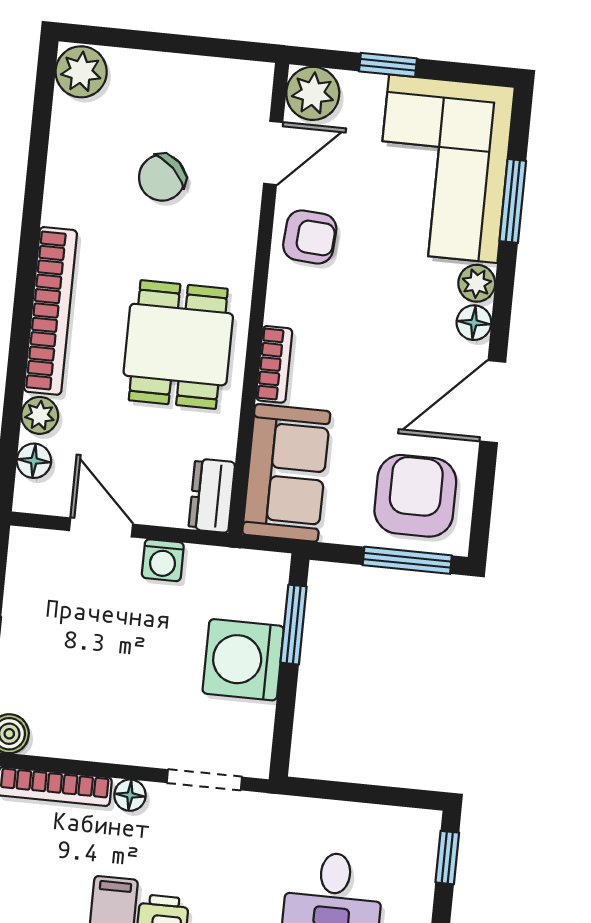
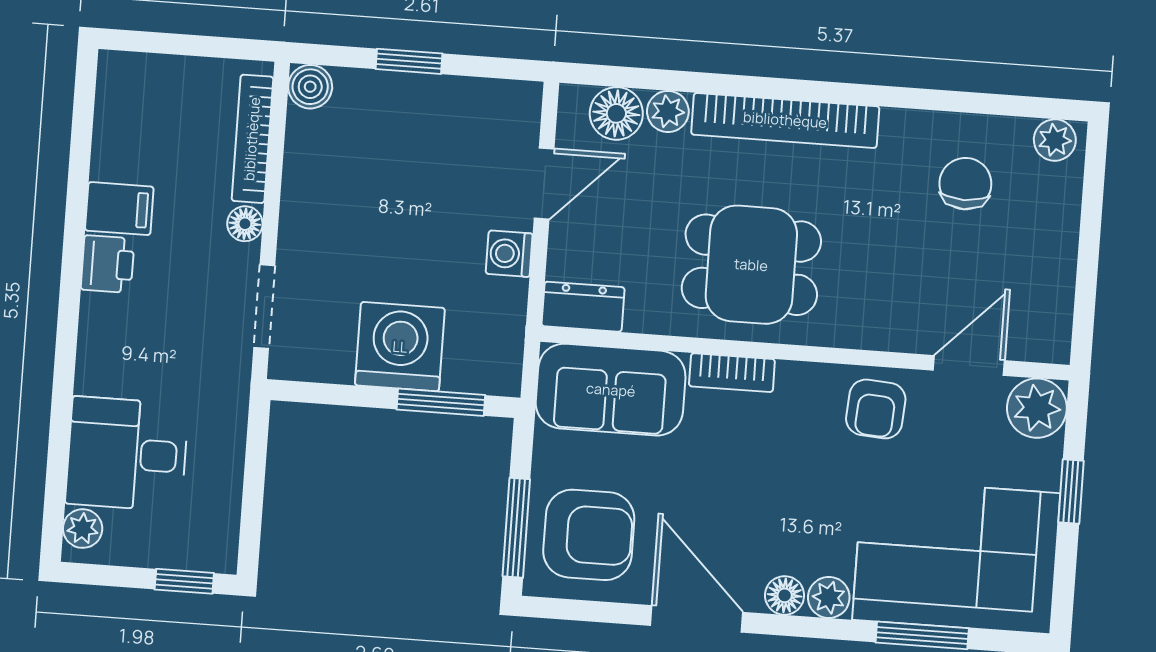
plant: (81, 72) -> (1055, 140), width x0.73, depth x0.73
door: (273, 153) -> (969, 365), swing flipped
chair: (162, 178) -> (965, 184), moved, turned 46
floor lamp: (34, 461) -> (616, 113), width x1.37, depth x1.37

